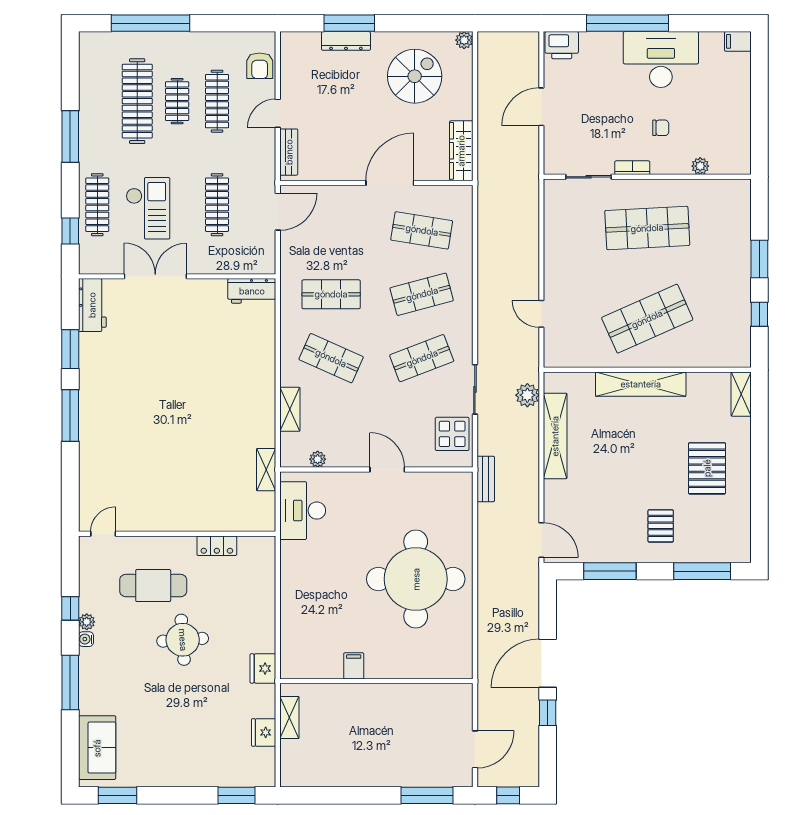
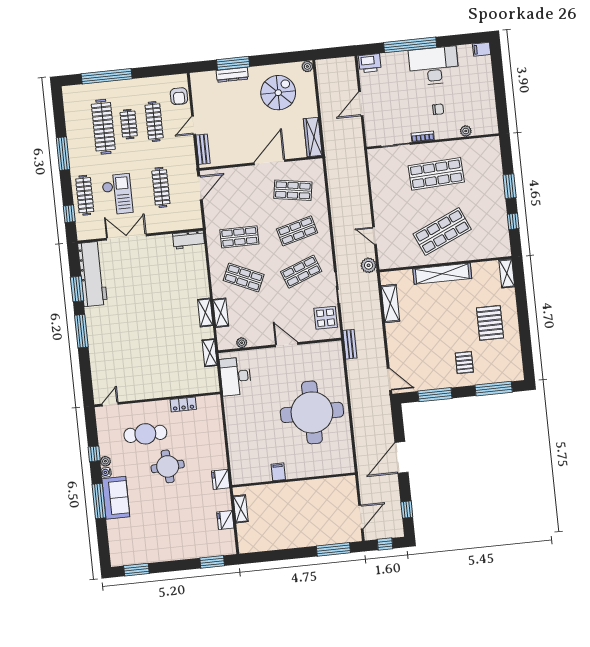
workbench: (92, 305) -> (93, 274), width x1.87, depth x1.32
plant: (527, 395) -> (369, 265), moved
shelving: (266, 406) -> (205, 312), added
shelving: (555, 436) -> (390, 304), width x0.68
window: (548, 713) -> (407, 510), moved
sofa: (97, 748) -> (116, 498), moved

